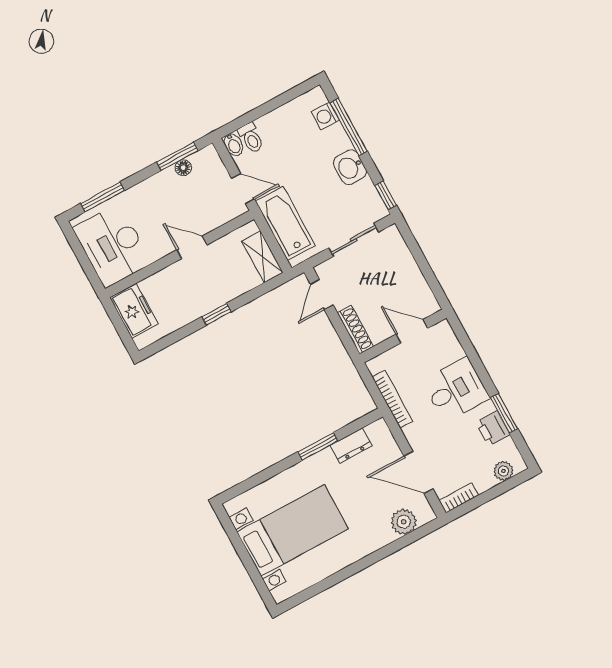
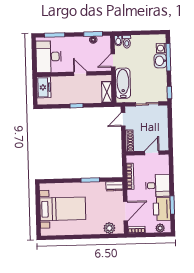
washbasin: (350, 167) -> (160, 61), moved
door: (243, 189) -> (113, 60), swing flipped
door: (412, 331) -> (152, 153), hinge flipped
printer: (493, 429) -> (162, 209), width x1.87, depth x1.48
dresser: (351, 446) -> (114, 186), moved
door: (418, 472) -> (125, 211), swing flipped

